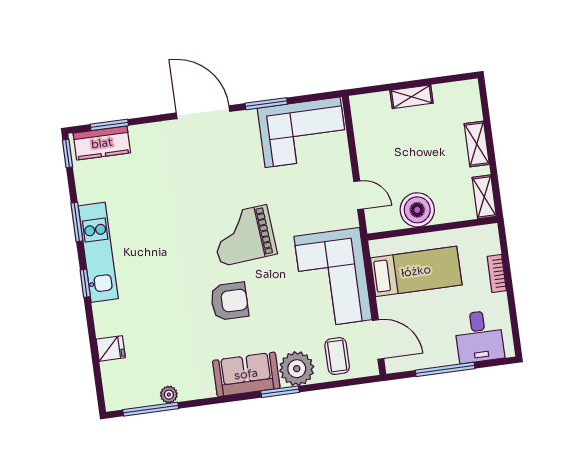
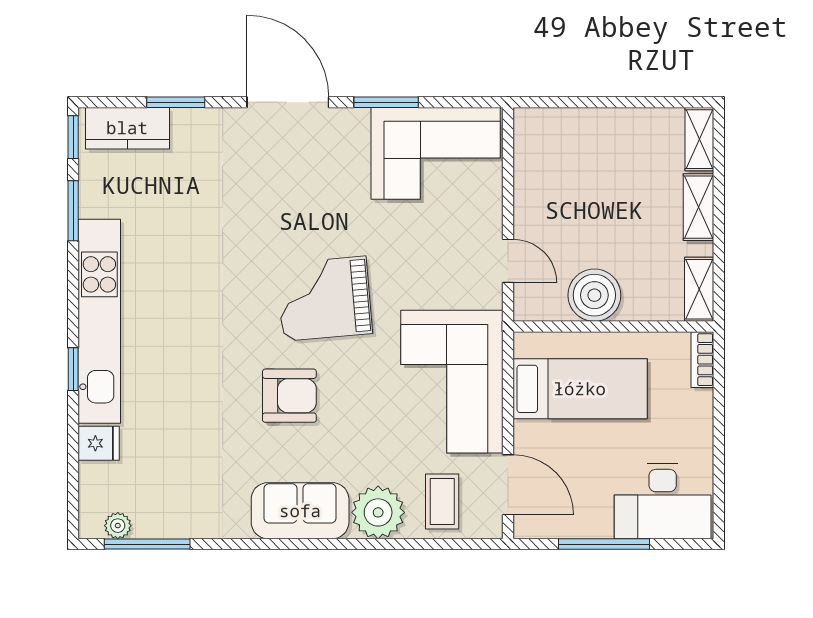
shelving: (411, 97) -> (699, 139), moved, turned 90
window: (109, 125) -> (176, 102), moved
window: (77, 222) -> (73, 211), moved
kitchen unit: (98, 252) -> (99, 321), width x1.36
bookcase: (497, 274) -> (702, 360), moved
window: (85, 283) -> (73, 369), moved
desk: (479, 337) -> (663, 501), width x1.37
window: (280, 392) -> (348, 544), removed
plant: (169, 395) -> (118, 526), moved

